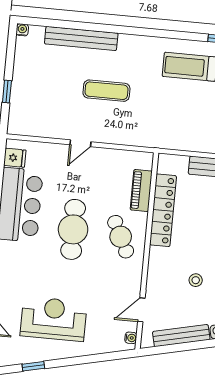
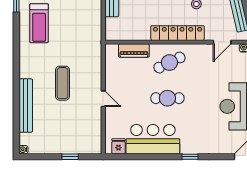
locker: (163, 210) -> (178, 33), moved
cafe table: (73, 229) -> (167, 98), width x0.73, depth x0.74
door: (141, 310) -> (222, 42), hinge flipped

